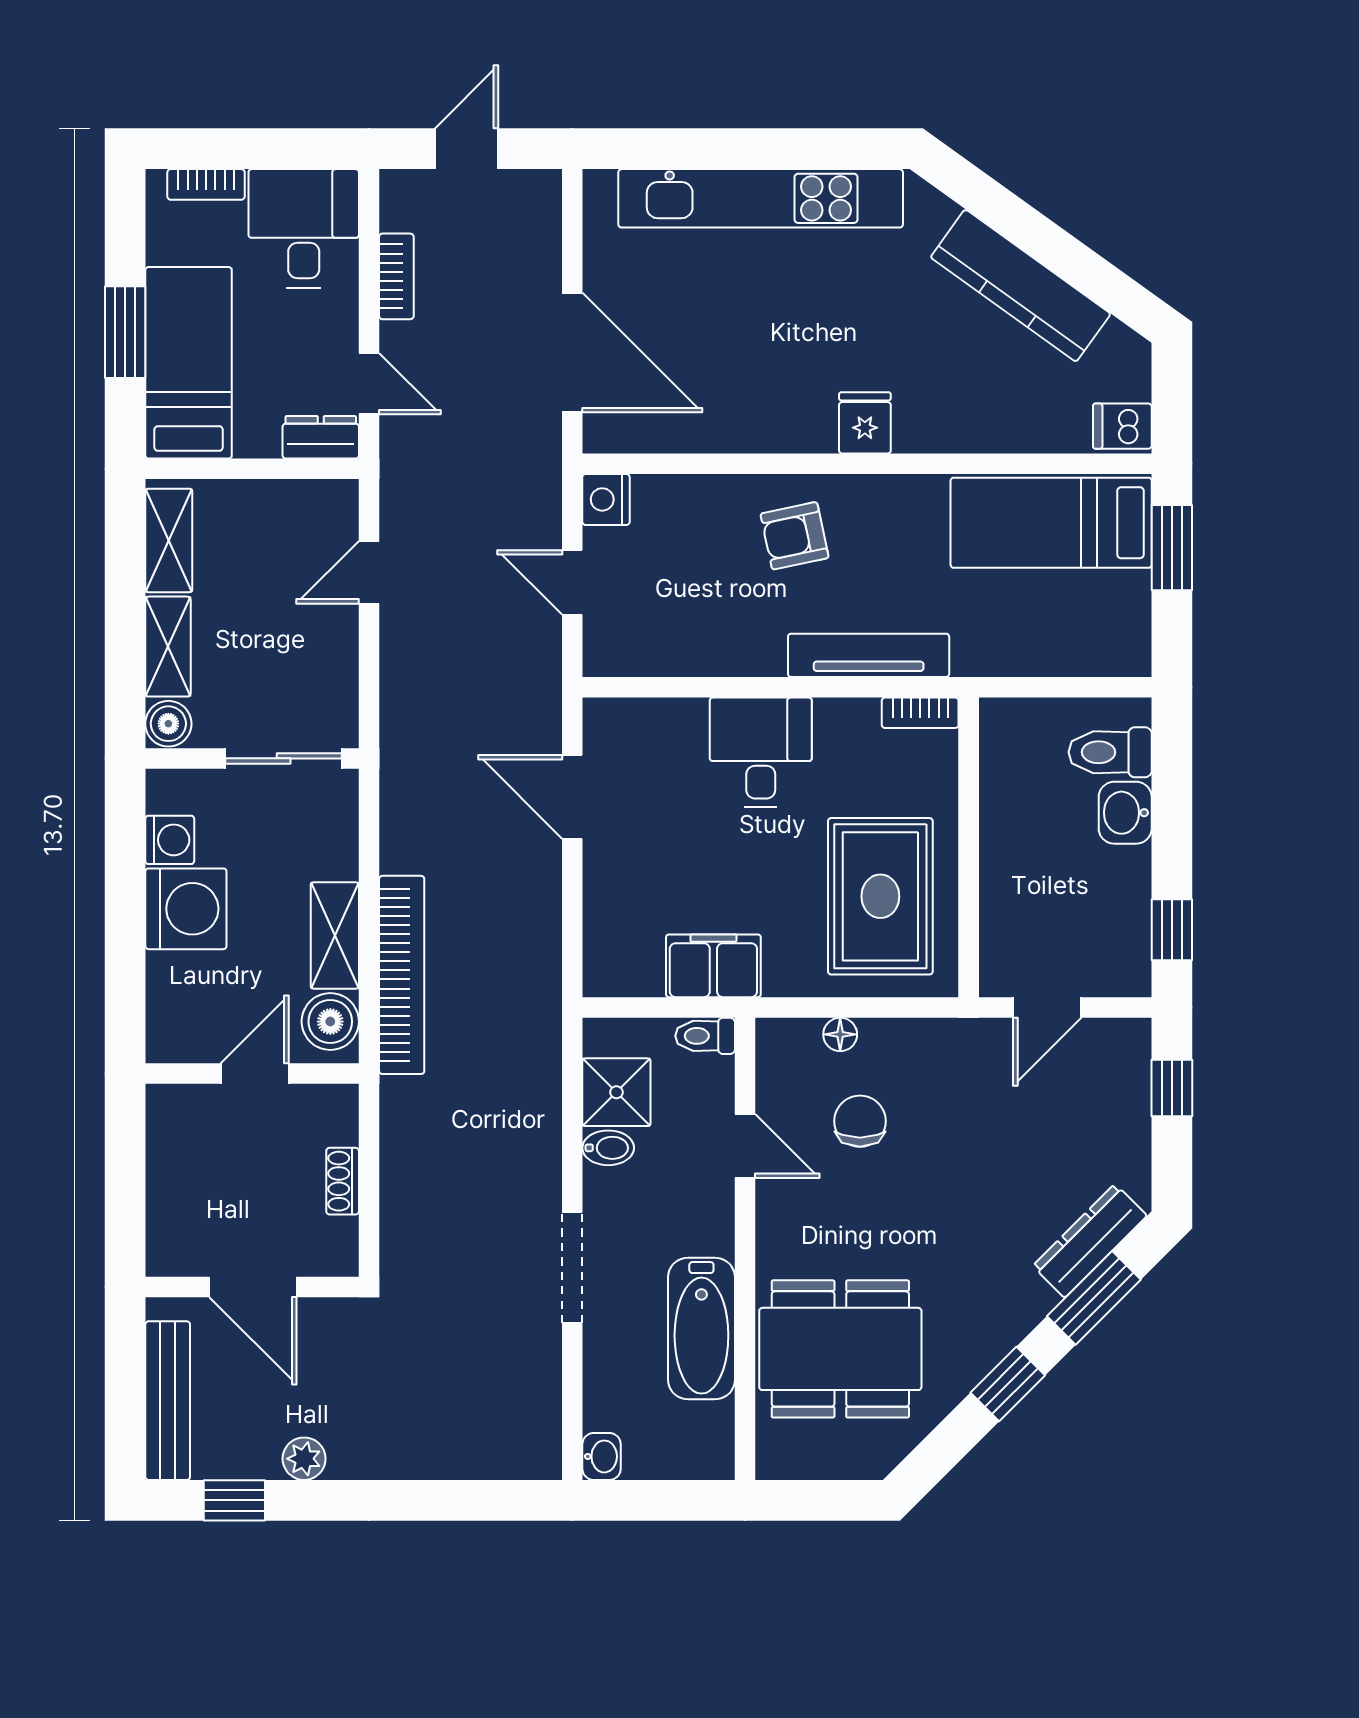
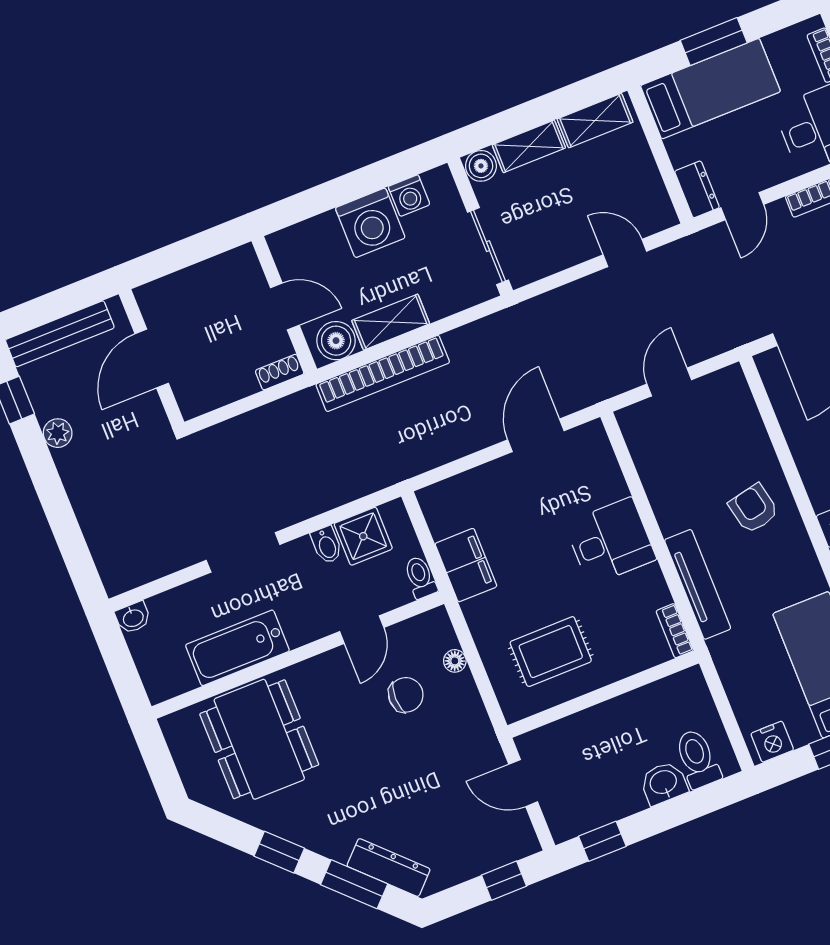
nightstand: (606, 499) -> (772, 742), moved, turned 180
rug: (880, 896) -> (551, 652), width x0.73, depth x0.70
shoe rack: (343, 1181) -> (280, 372), moved

